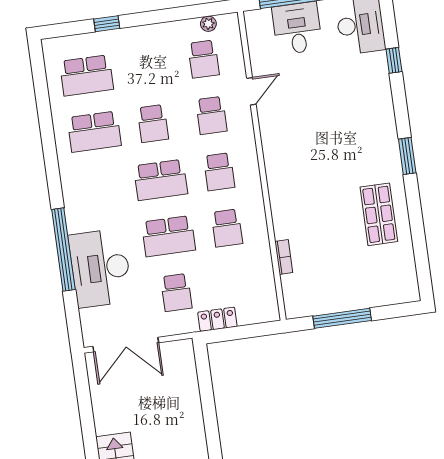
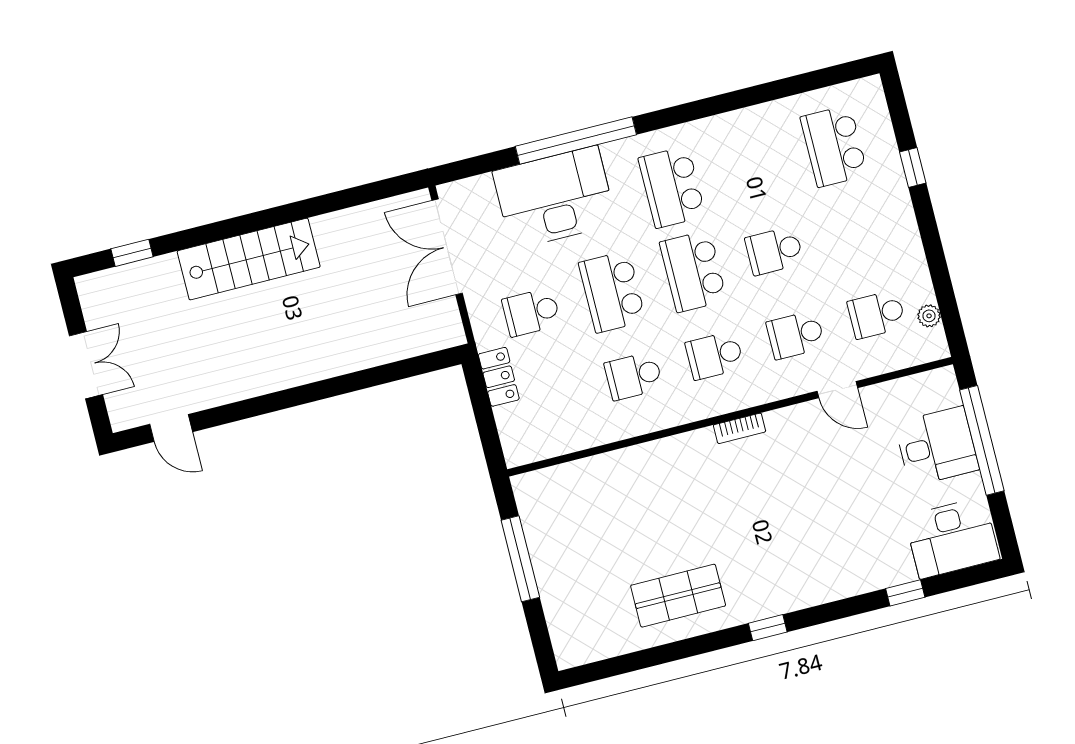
school desk: (94, 132) -> (672, 187), moved
window: (407, 156) -> (768, 628), width x0.67
bookcase: (284, 257) -> (740, 428), moved

